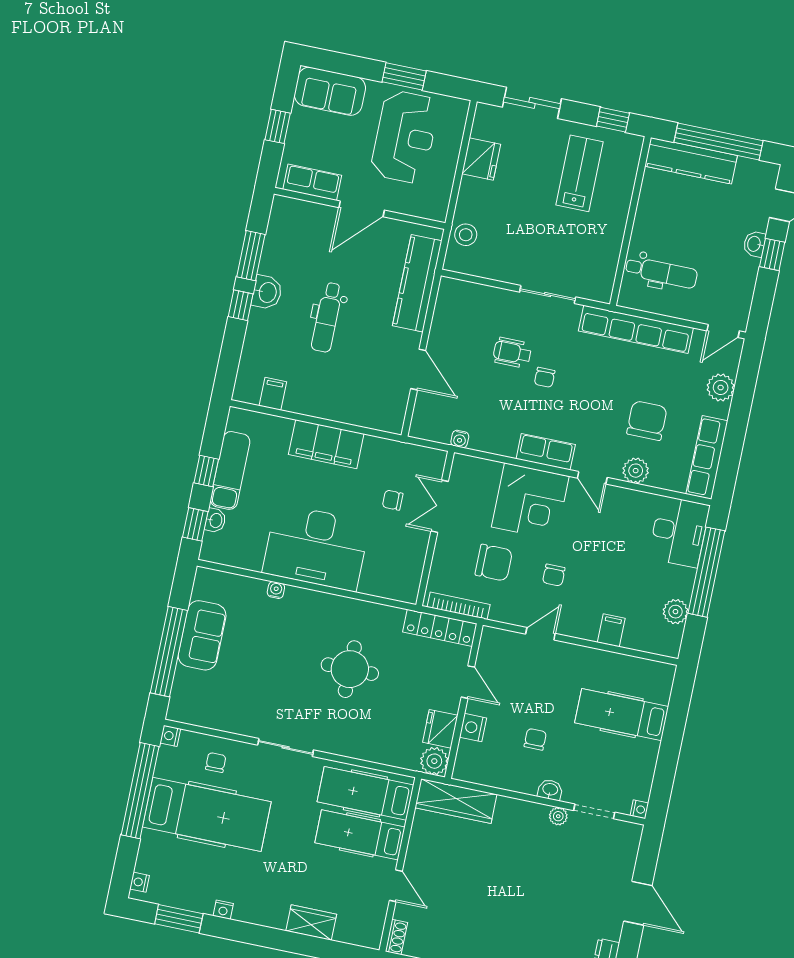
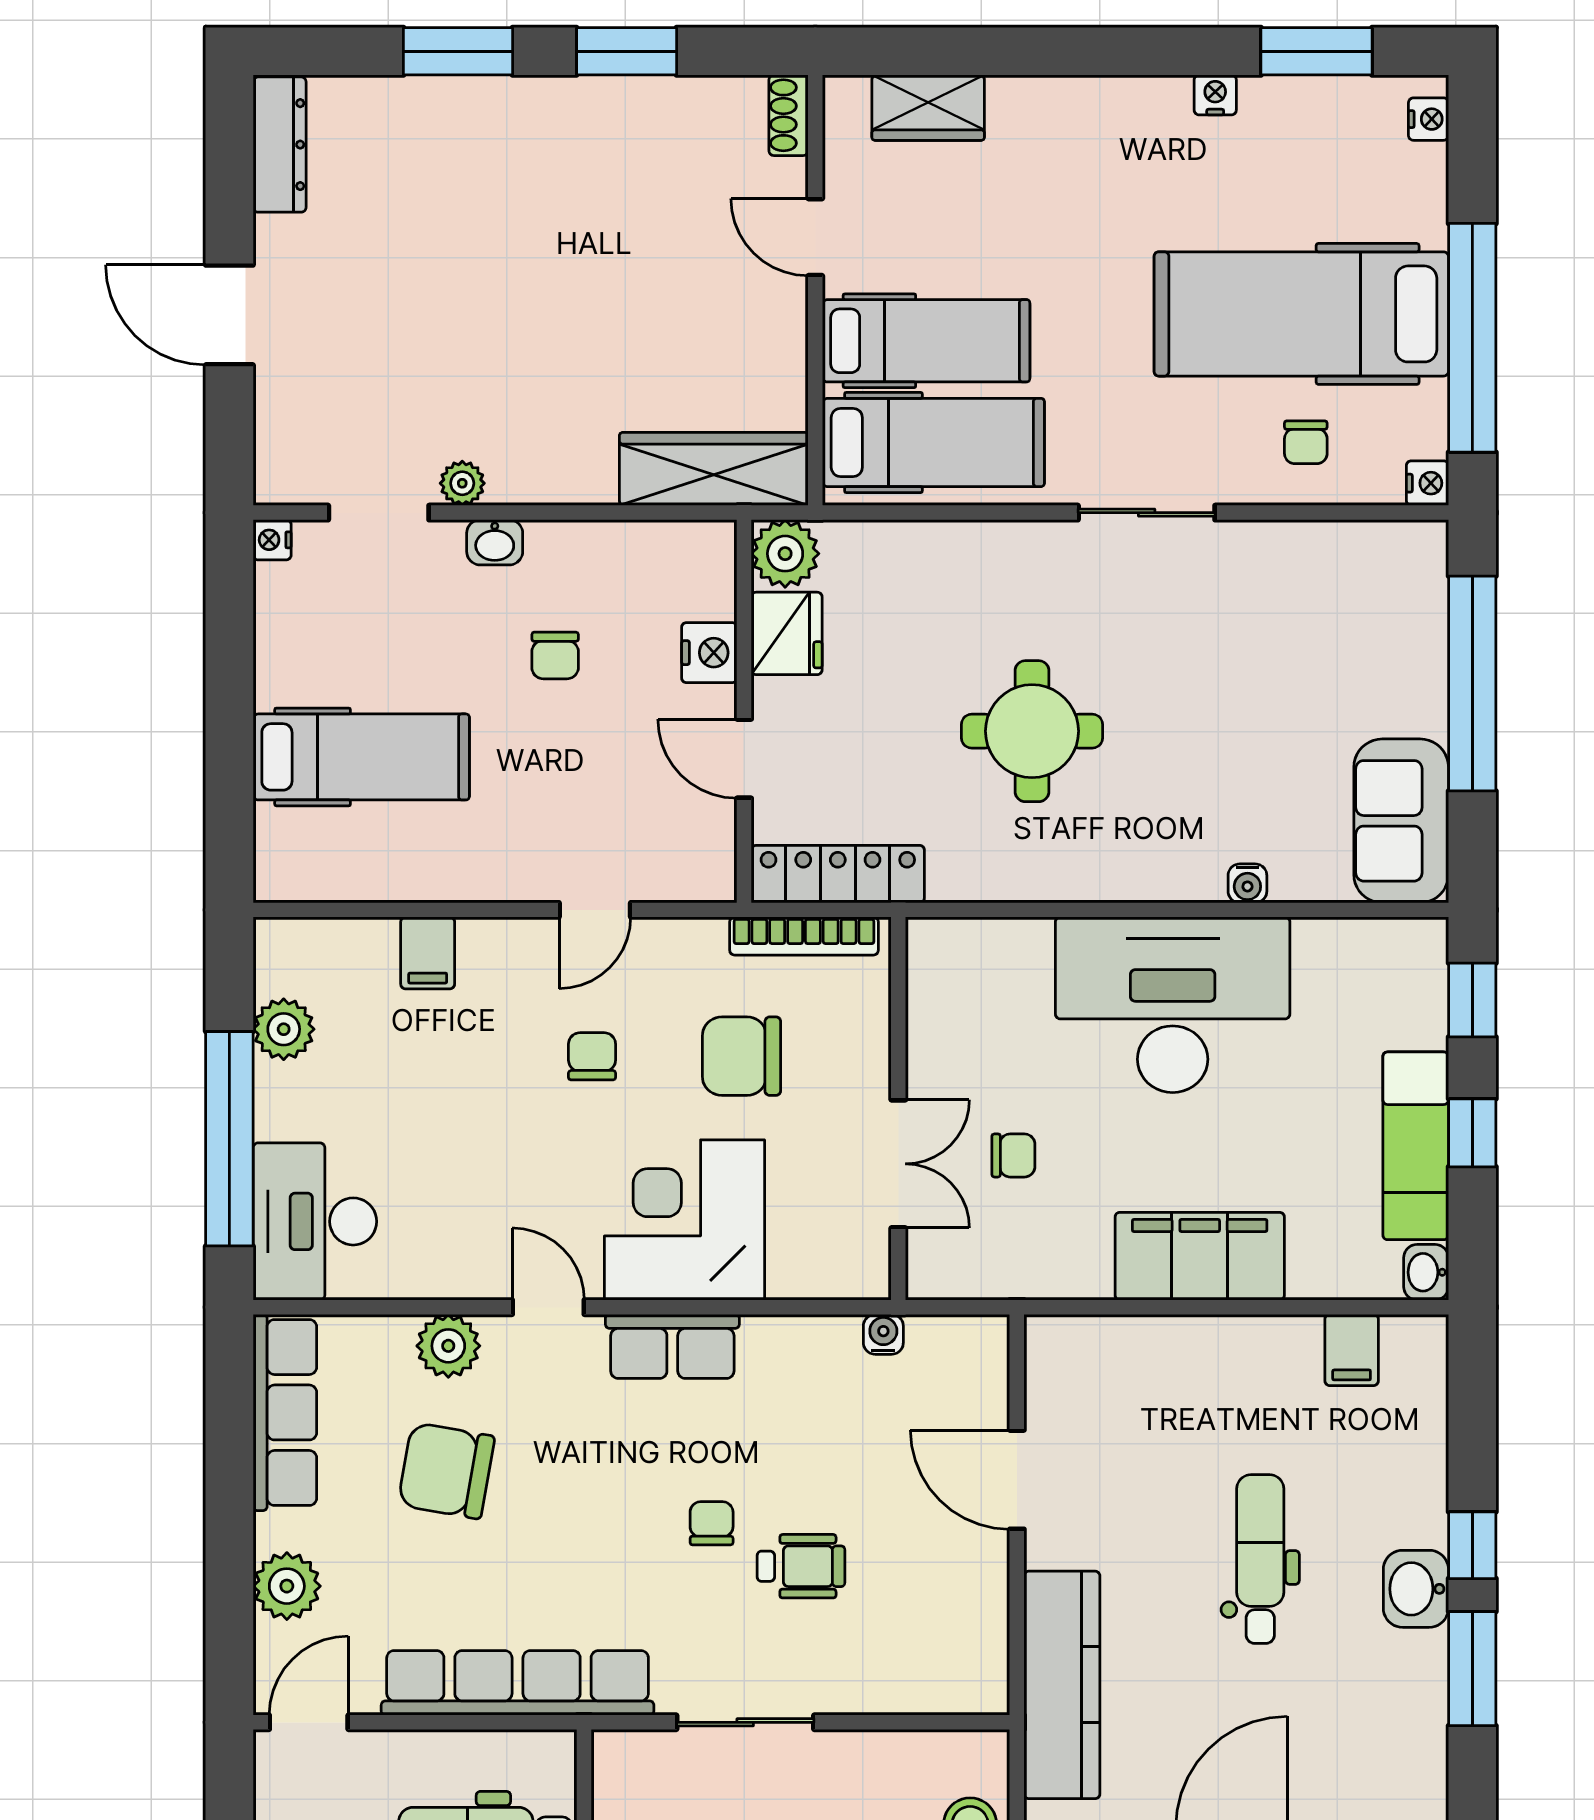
chair: (647, 421) -> (446, 1471), turned 100
washbasin: (215, 520) -> (1426, 1272), moved
sofa: (202, 635) -> (1401, 821), moved
wardrobe: (311, 923) -> (928, 108), moved

